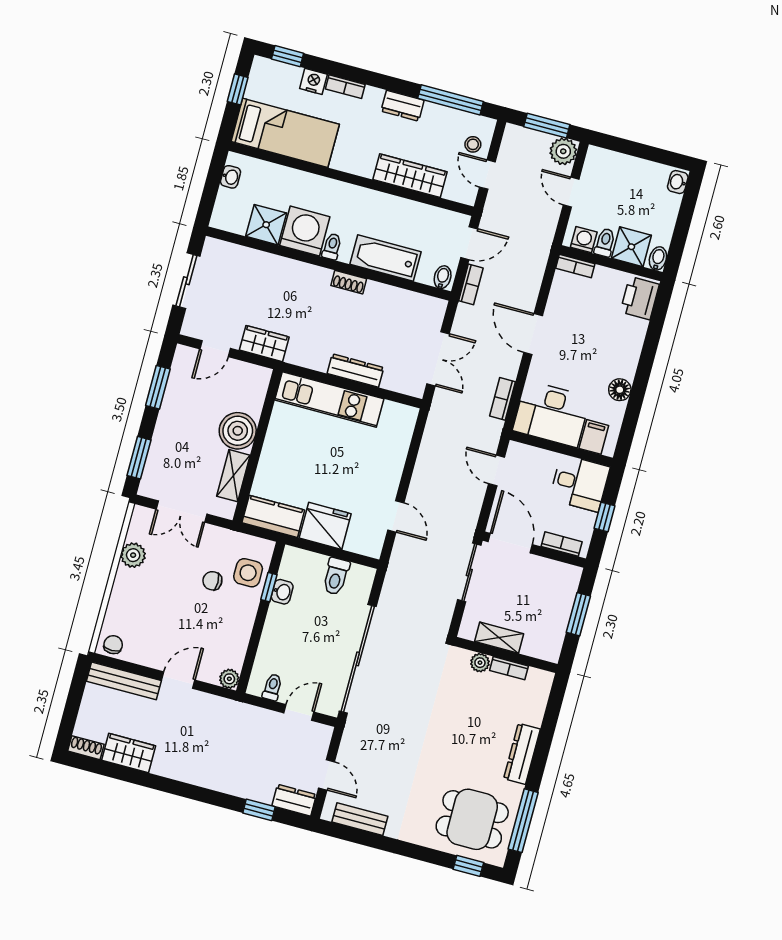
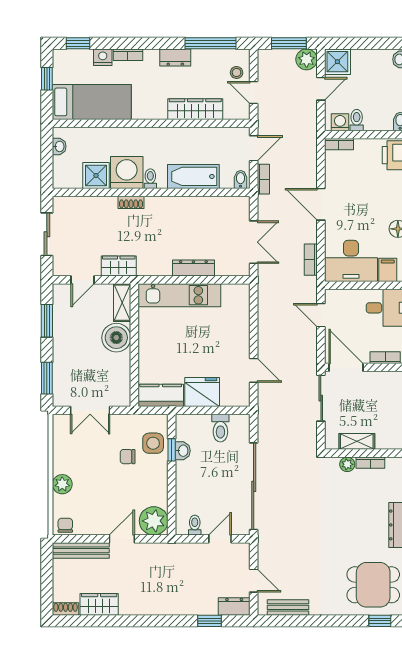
door: (571, 192) -> (321, 89), swing flipped
shower: (631, 247) -> (337, 62), moved
shoe rack: (349, 282) -> (131, 202), moved
shelving: (233, 476) -> (122, 303), moved
plant: (133, 555) -> (62, 484), moved
plant: (229, 679) -> (154, 521), width x1.88, depth x1.88

